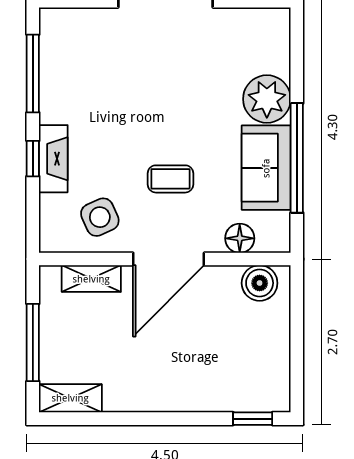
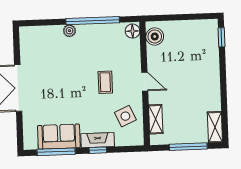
plant: (267, 99) -> (69, 31), width x0.53, depth x0.53
sofa: (266, 168) -> (59, 137), moved, turned 180
floor lamp: (240, 238) -> (133, 31), moved
door: (169, 259) -> (145, 82), width x0.53

